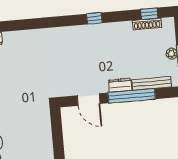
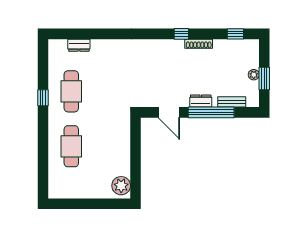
shoe rack: (147, 24) -> (199, 44), moved
bench: (152, 83) -> (232, 102), width x0.73

